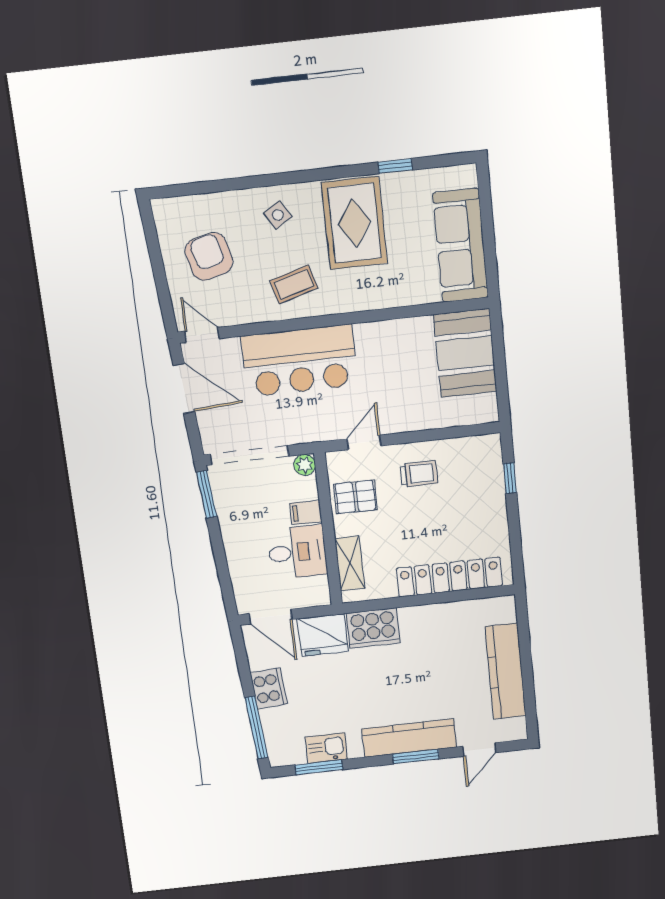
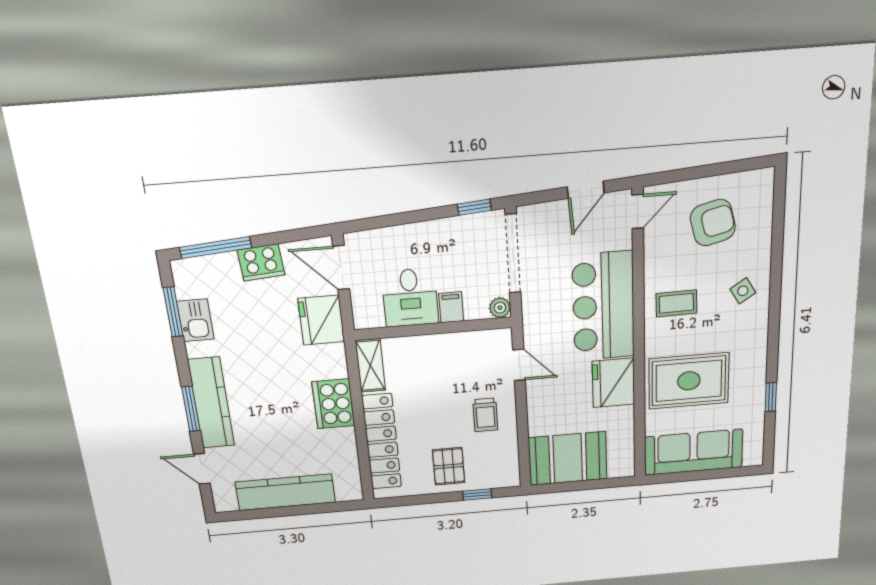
rug: (354, 223) -> (689, 381), moved
coffee table: (294, 284) -> (676, 303), turned -75
fridge: (382, 342) -> (613, 383), added
booth: (465, 353) -> (568, 458), moved
door: (184, 389) -> (586, 190), width x0.73
window: (207, 494) -> (474, 207), width x0.67
pallet: (355, 497) -> (449, 466), moved
shelving: (350, 563) -> (370, 365), moved, turned 90
door: (270, 617) -> (341, 268), hinge flipped
cooker: (373, 628) -> (333, 404), moved

